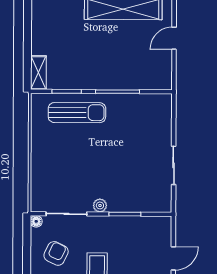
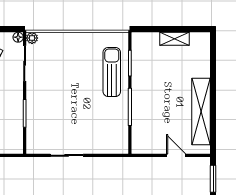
shelving: (38, 73) -> (175, 39), moved
sun lounger: (77, 113) -> (112, 72), turned 180
plant: (100, 205) -> (32, 38), moved

